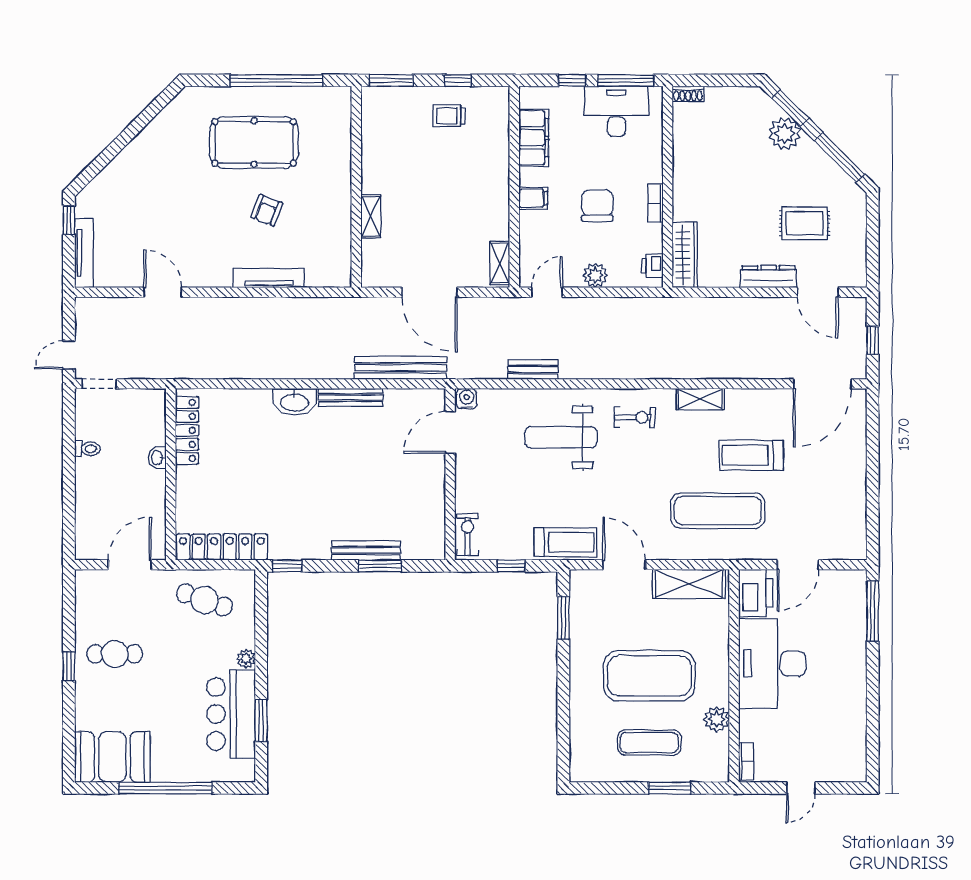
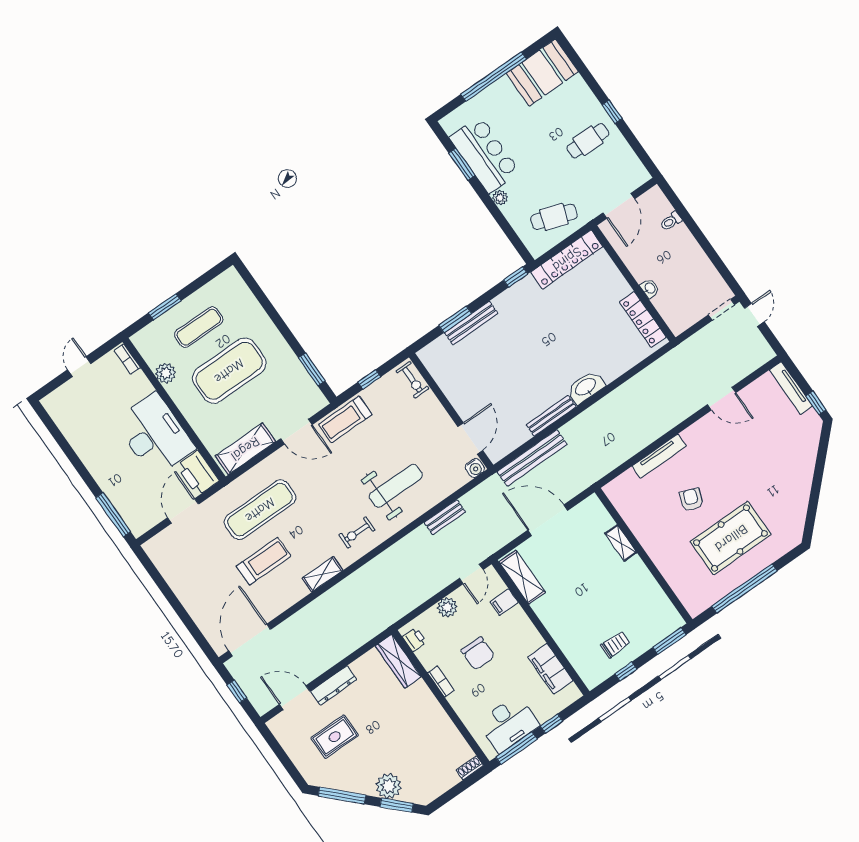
filing cabinet: (533, 198) -> (504, 602), moved
shelving: (500, 263) -> (522, 577), width x1.50, depth x1.33
toilet: (87, 449) -> (671, 221), moved

